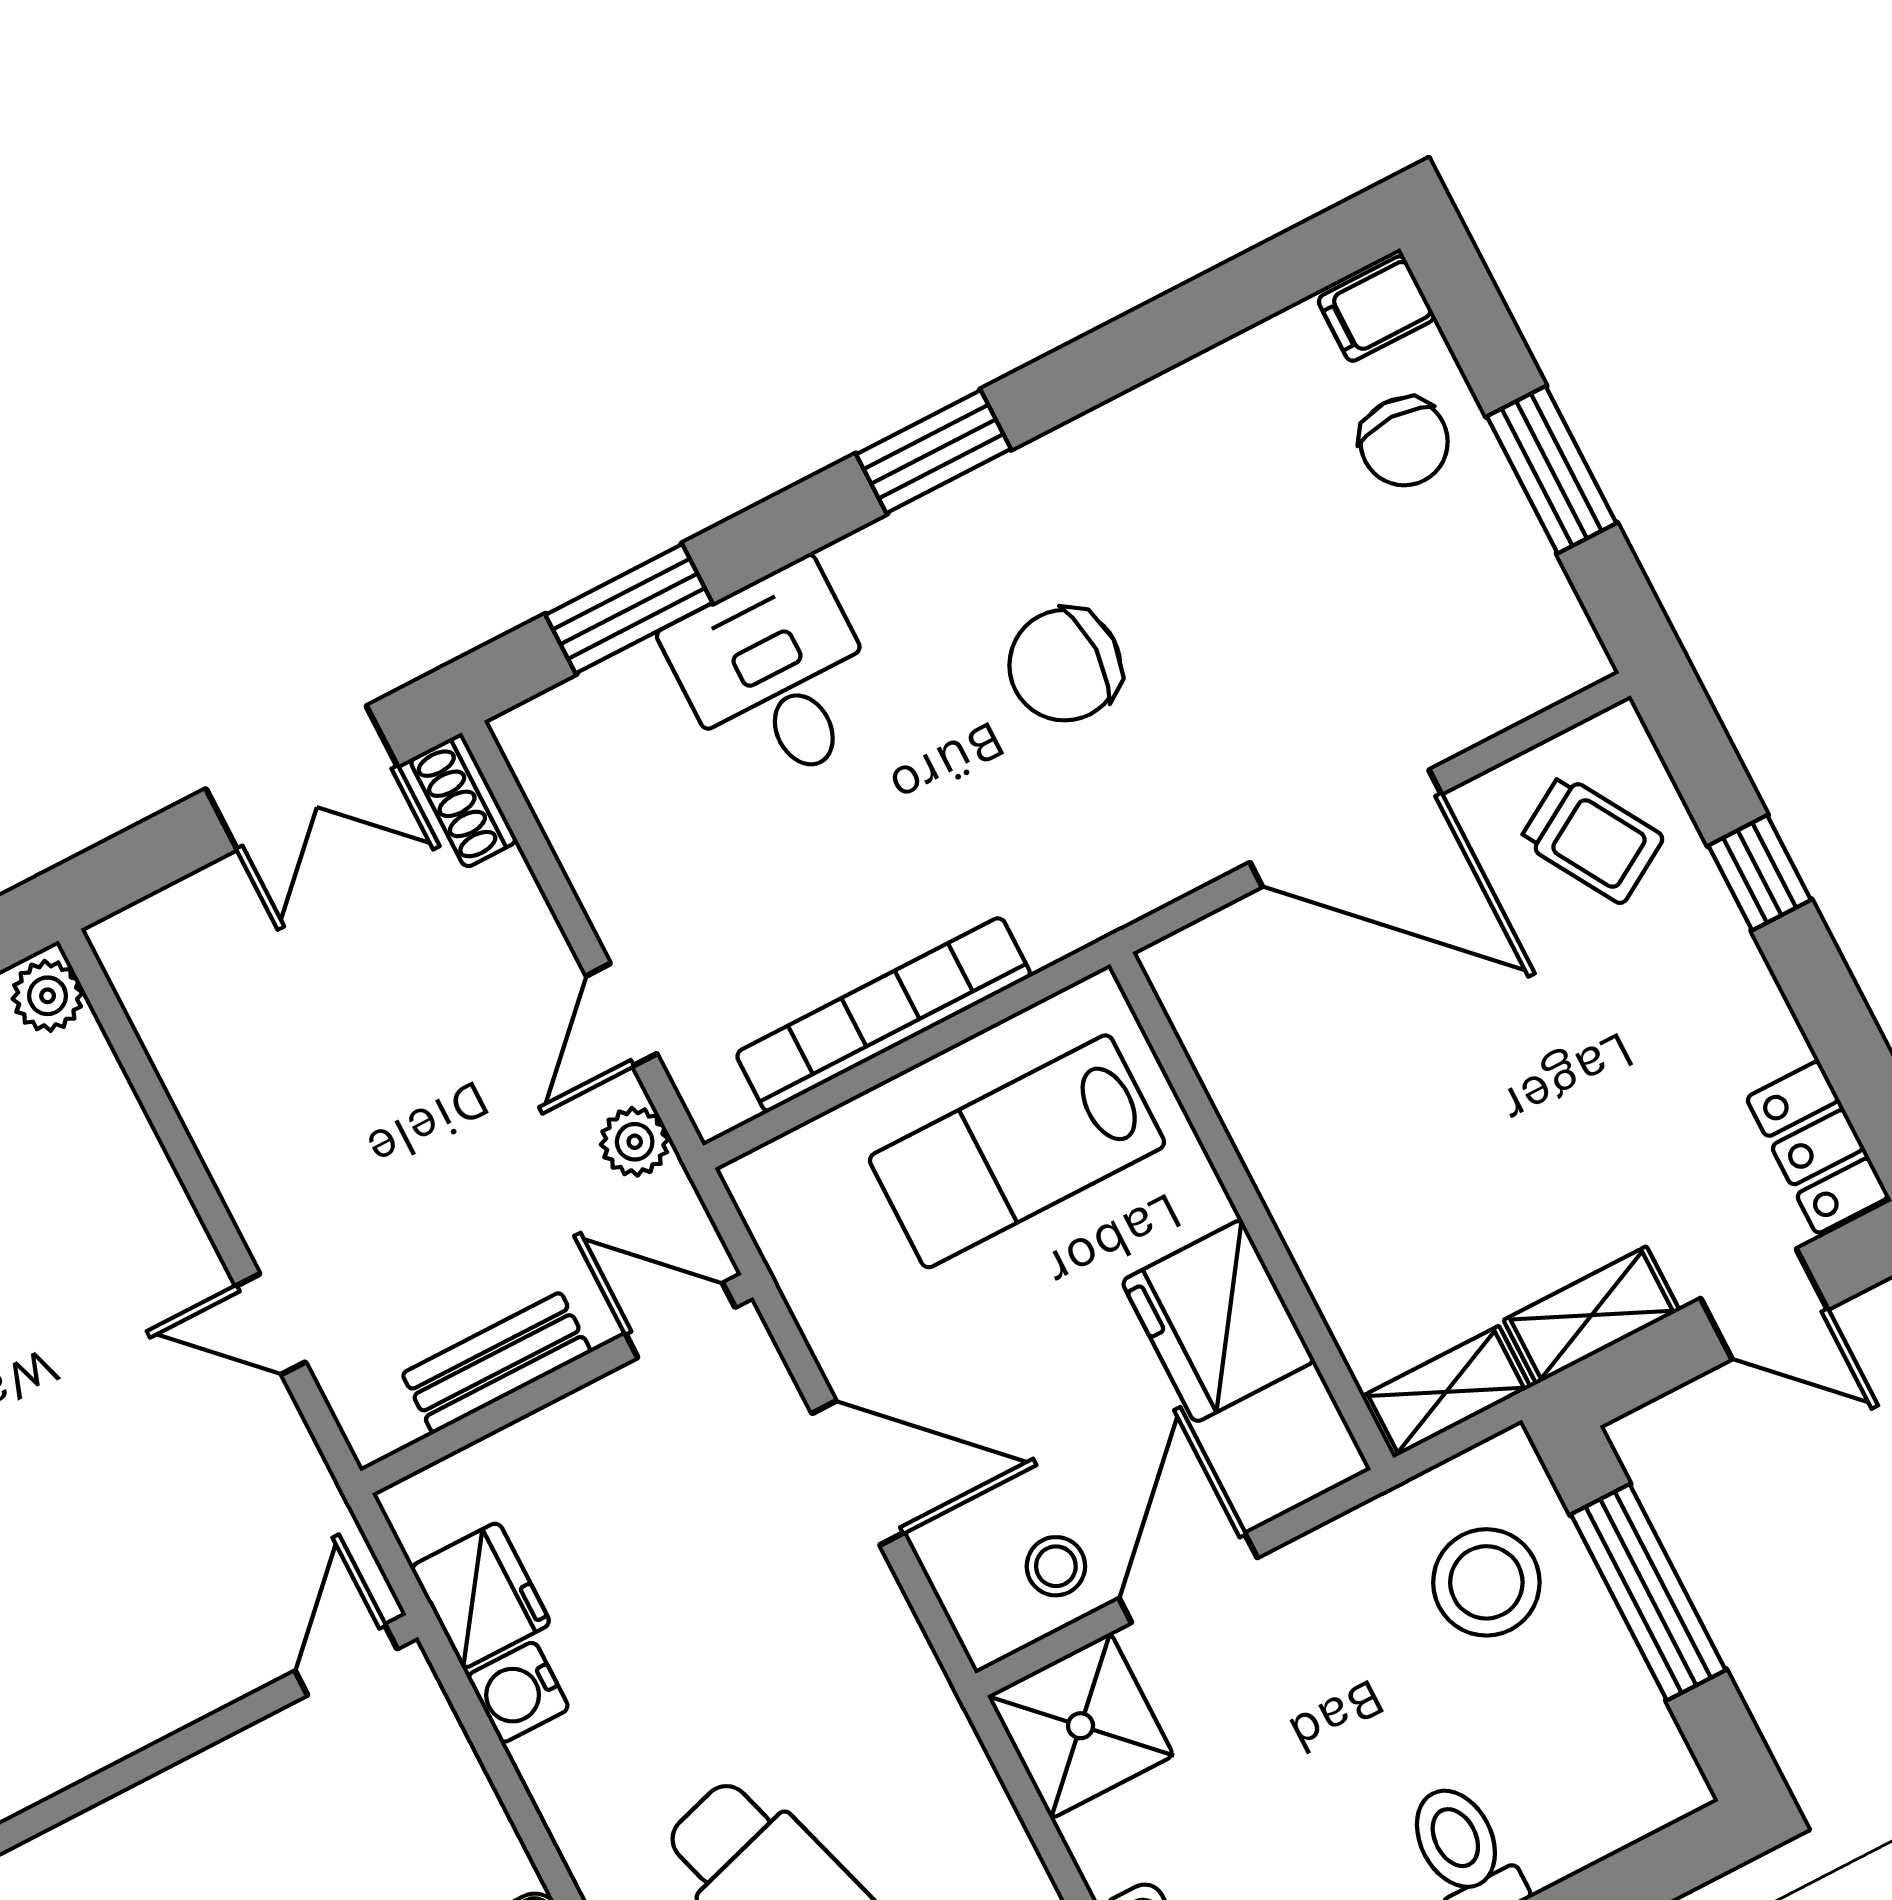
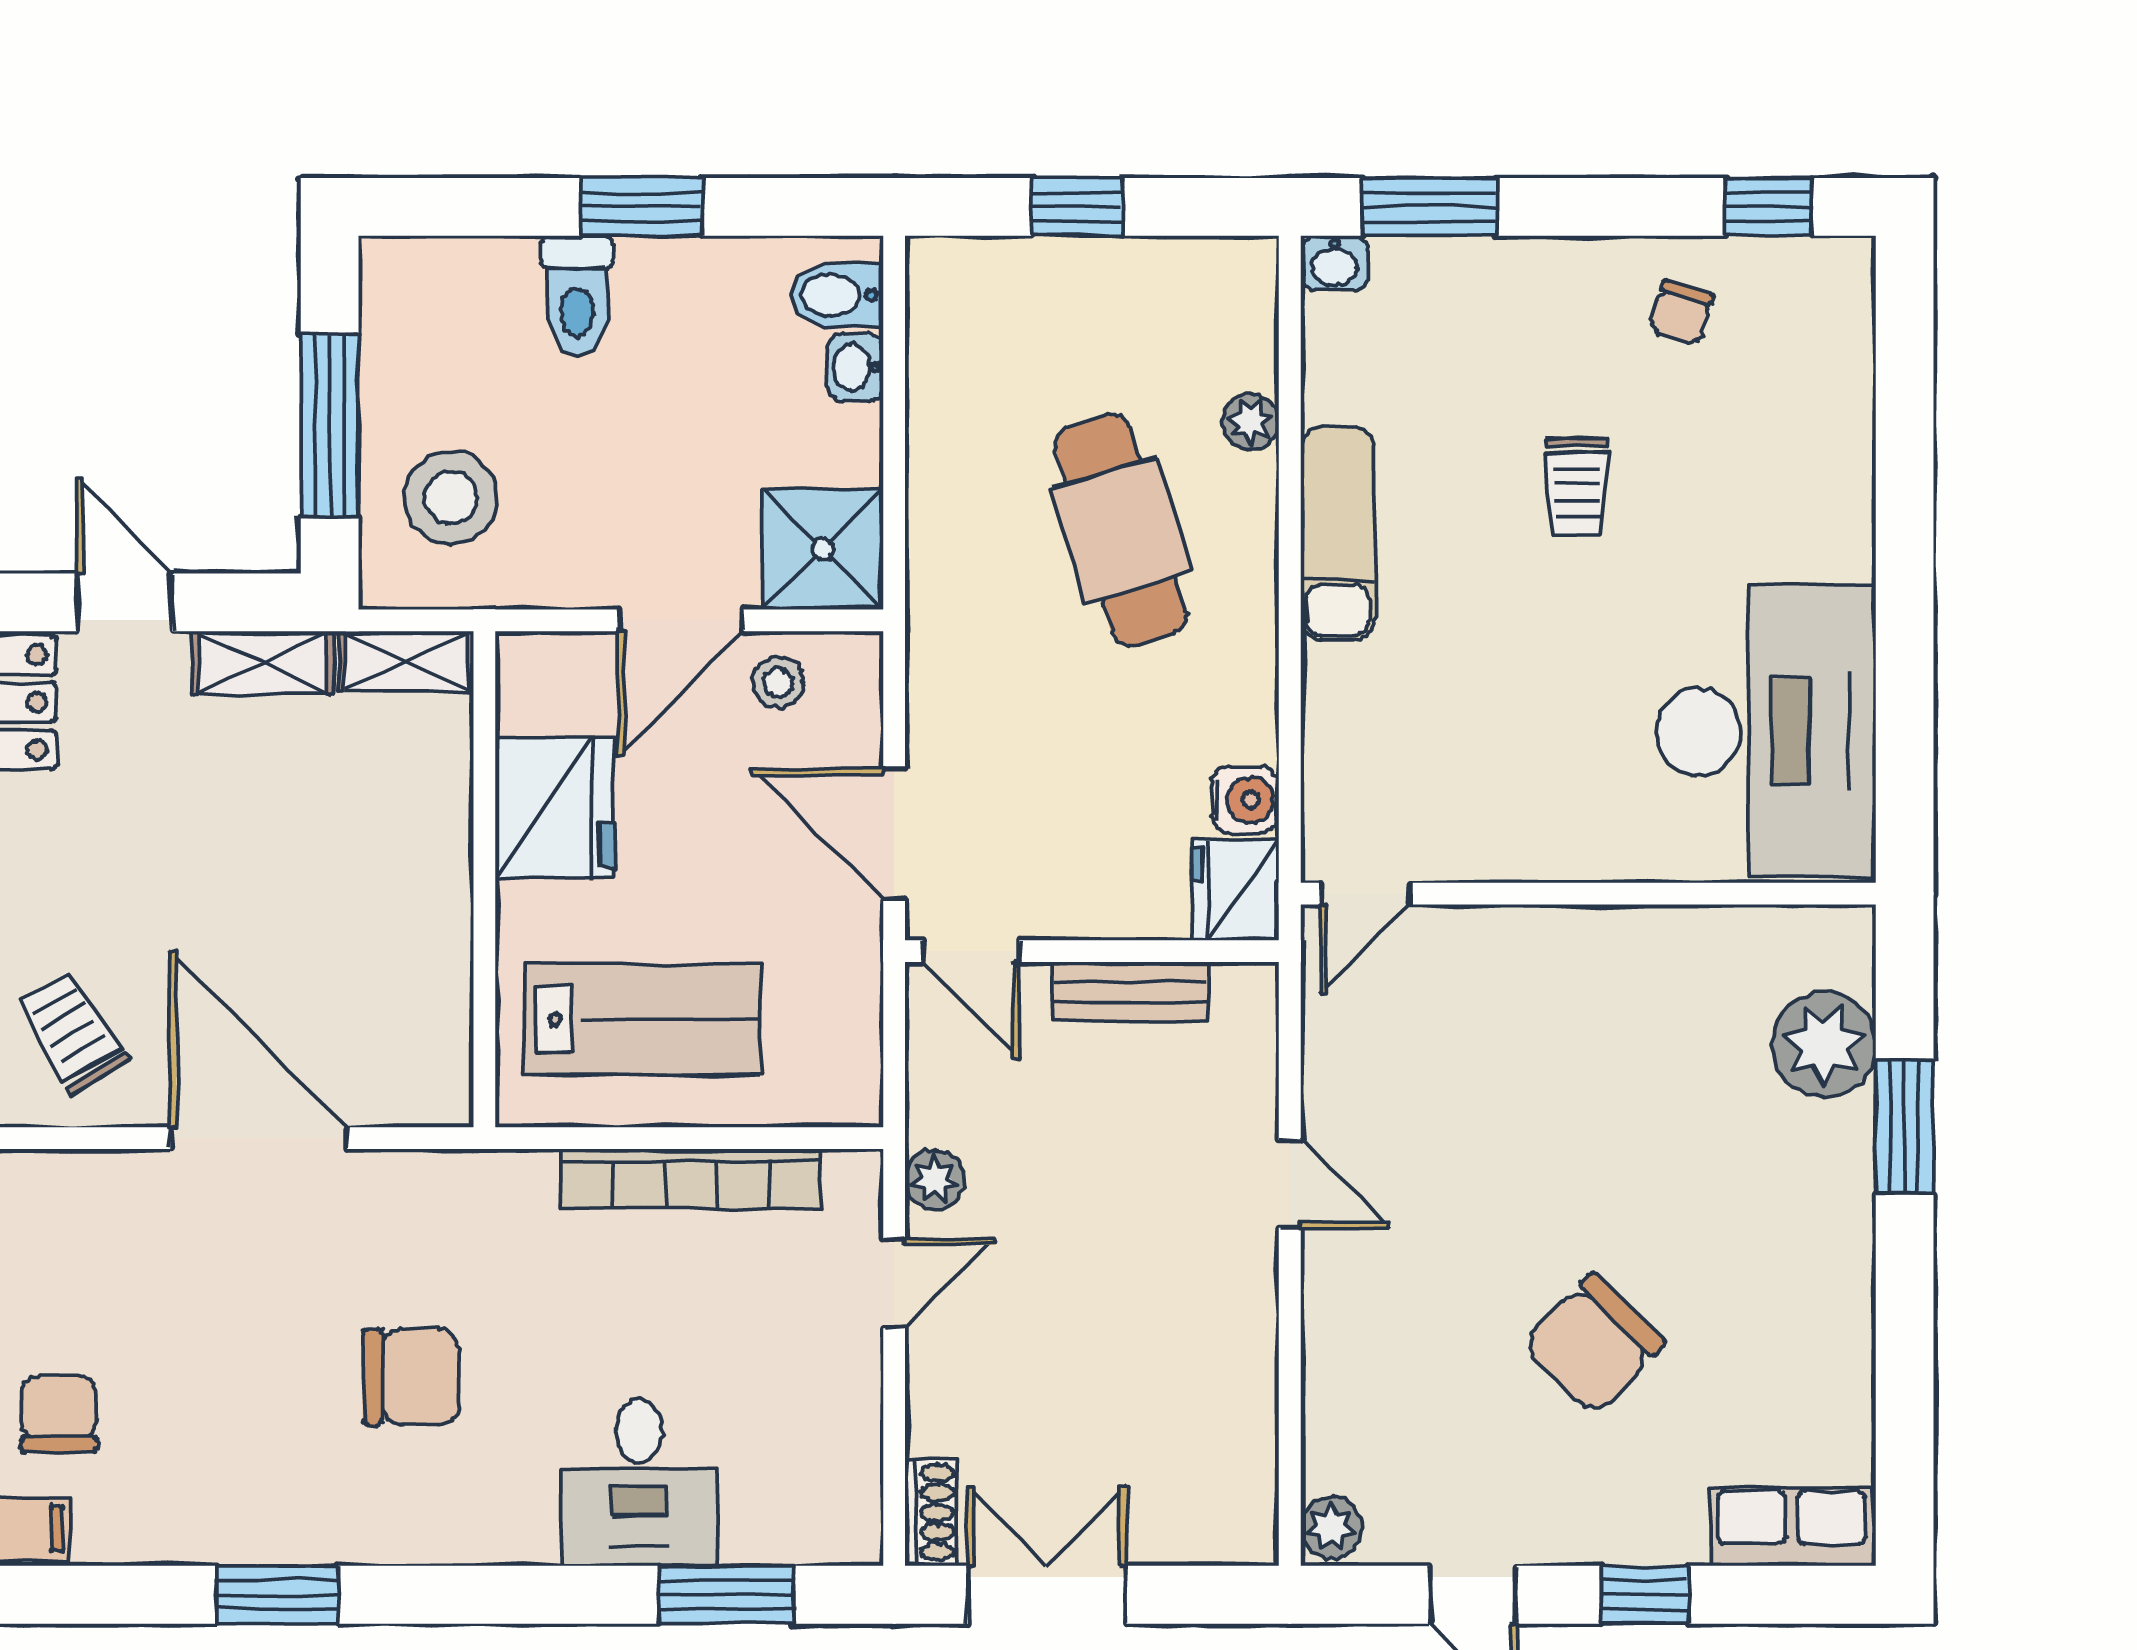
window: (934, 452) -> (278, 1595), moved
door: (680, 1320) -> (971, 951), moved
bench: (497, 1363) -> (1130, 992), moved
wall: (557, 1384) -> (1092, 951), moved

